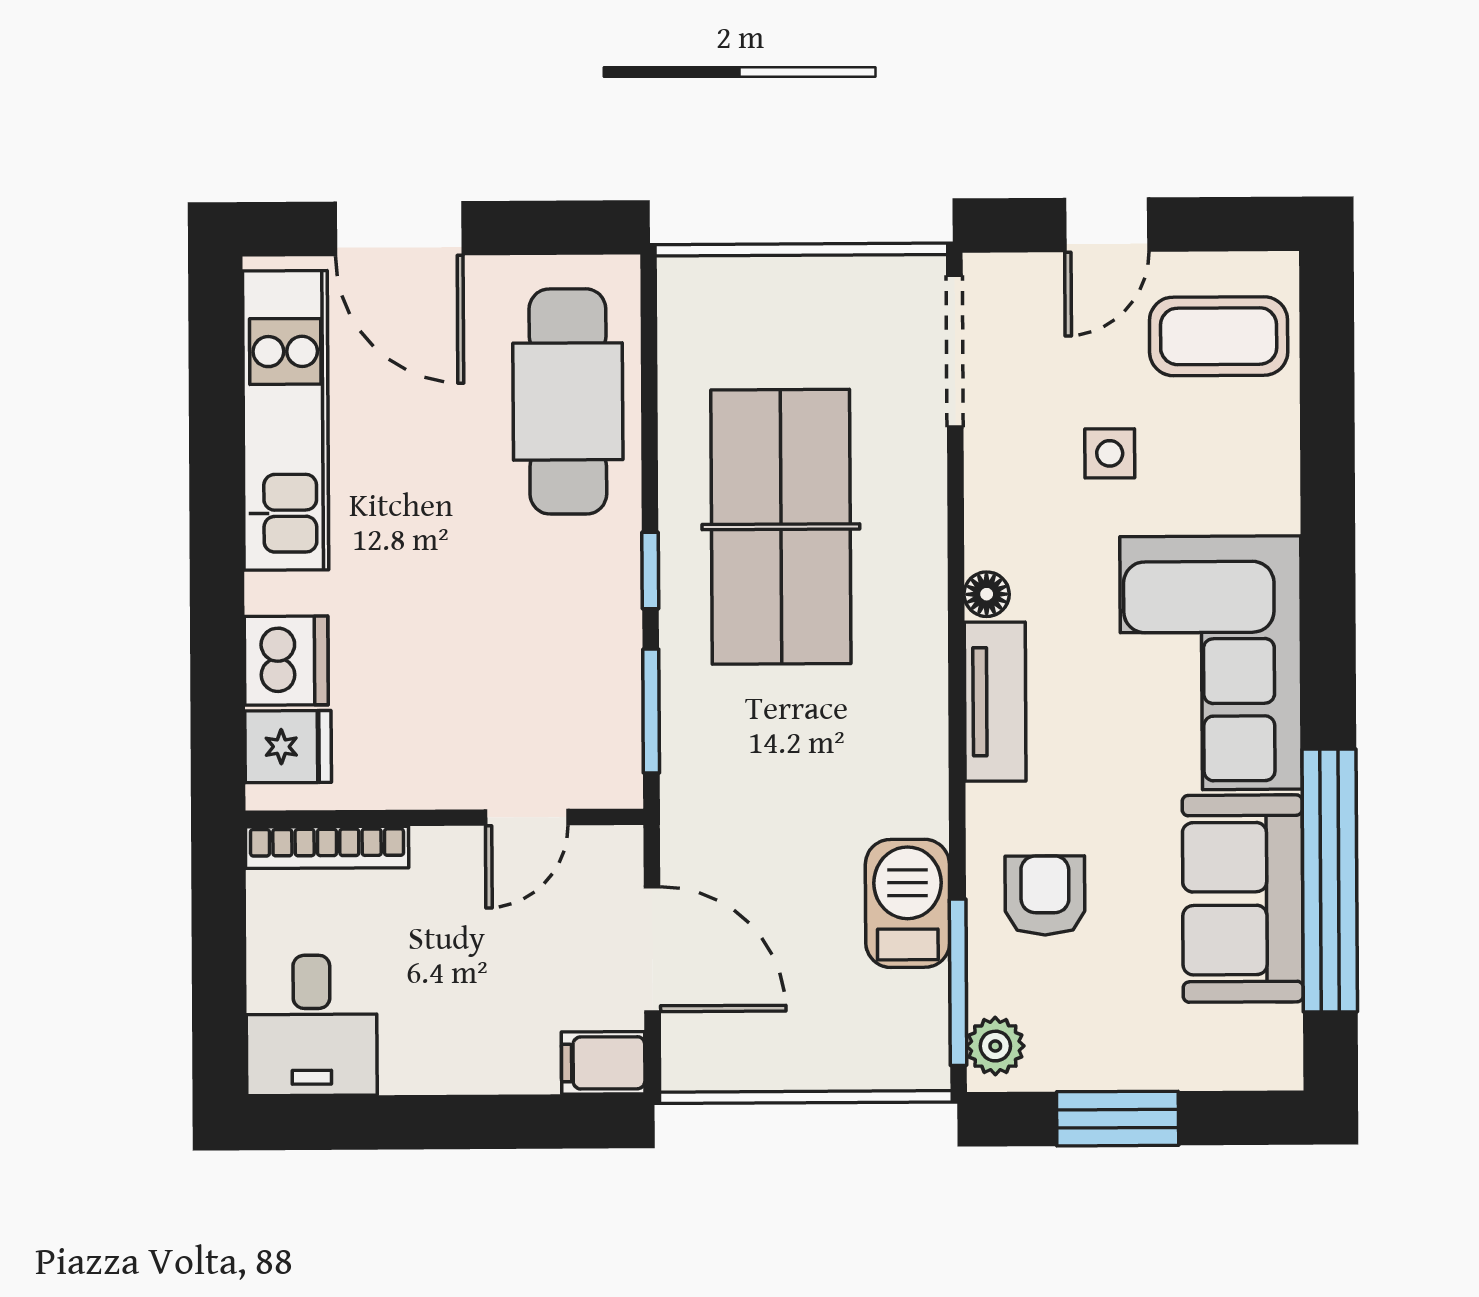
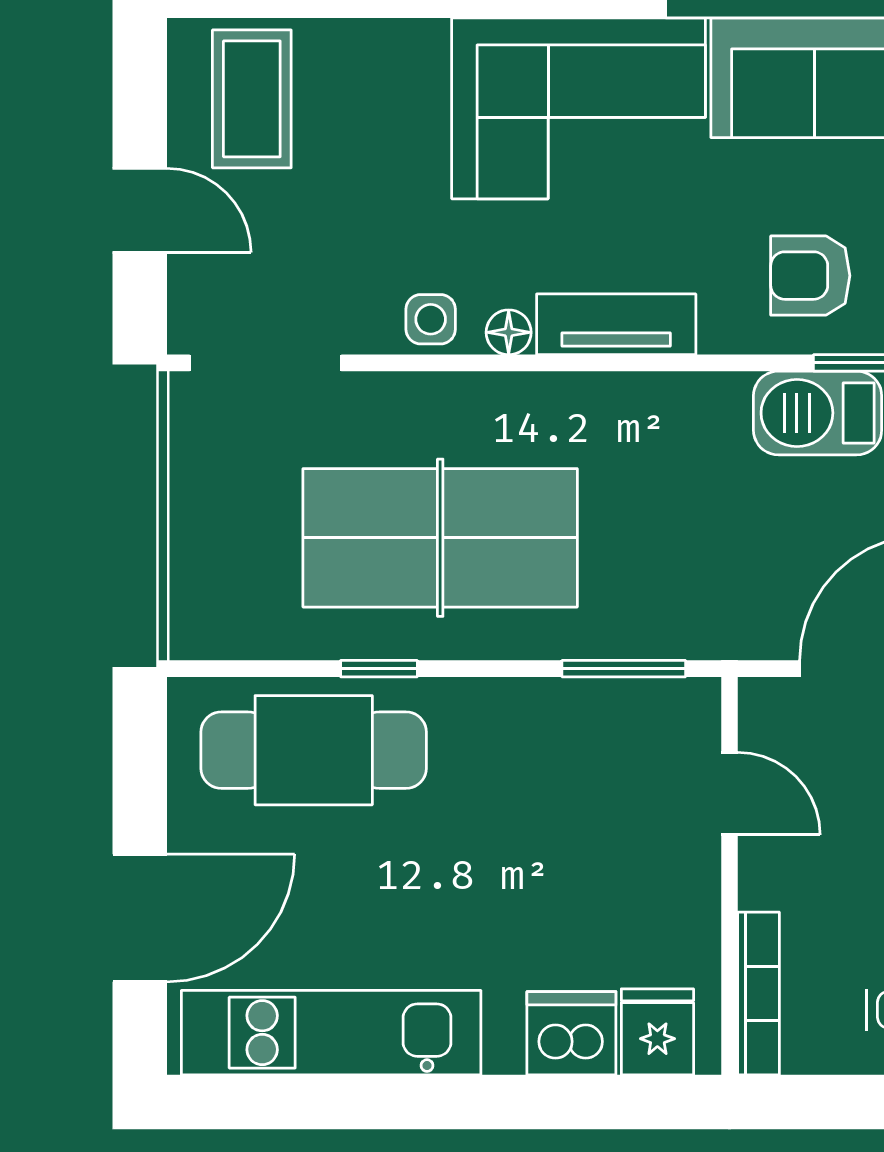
side table: (1110, 453) -> (431, 319), moved
window: (650, 570) -> (379, 669), moved

